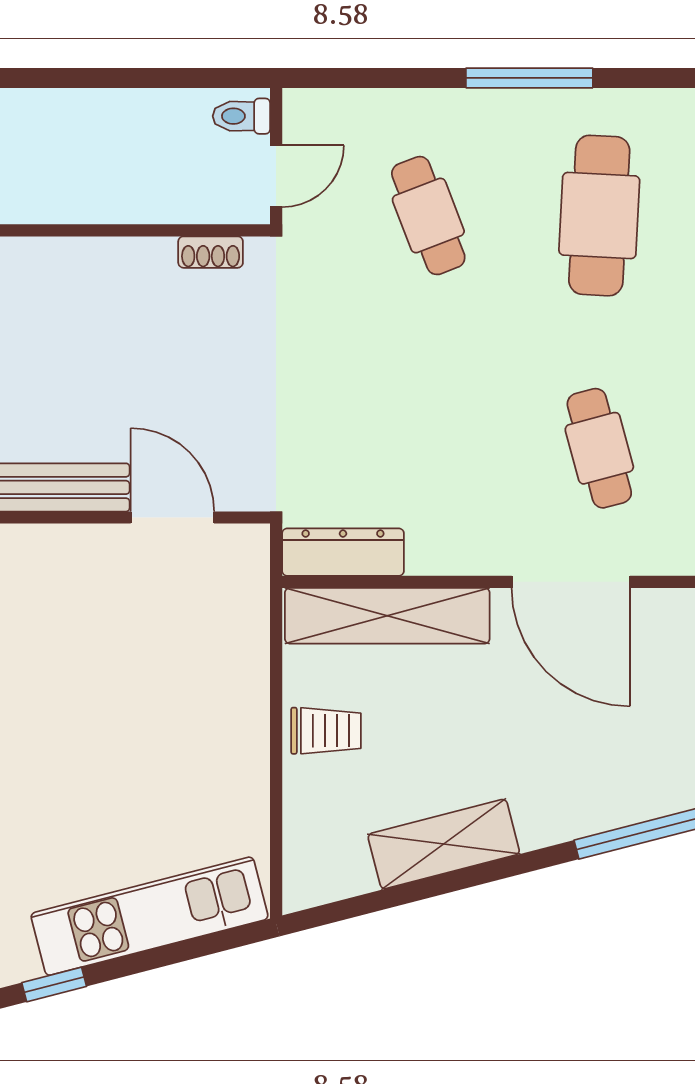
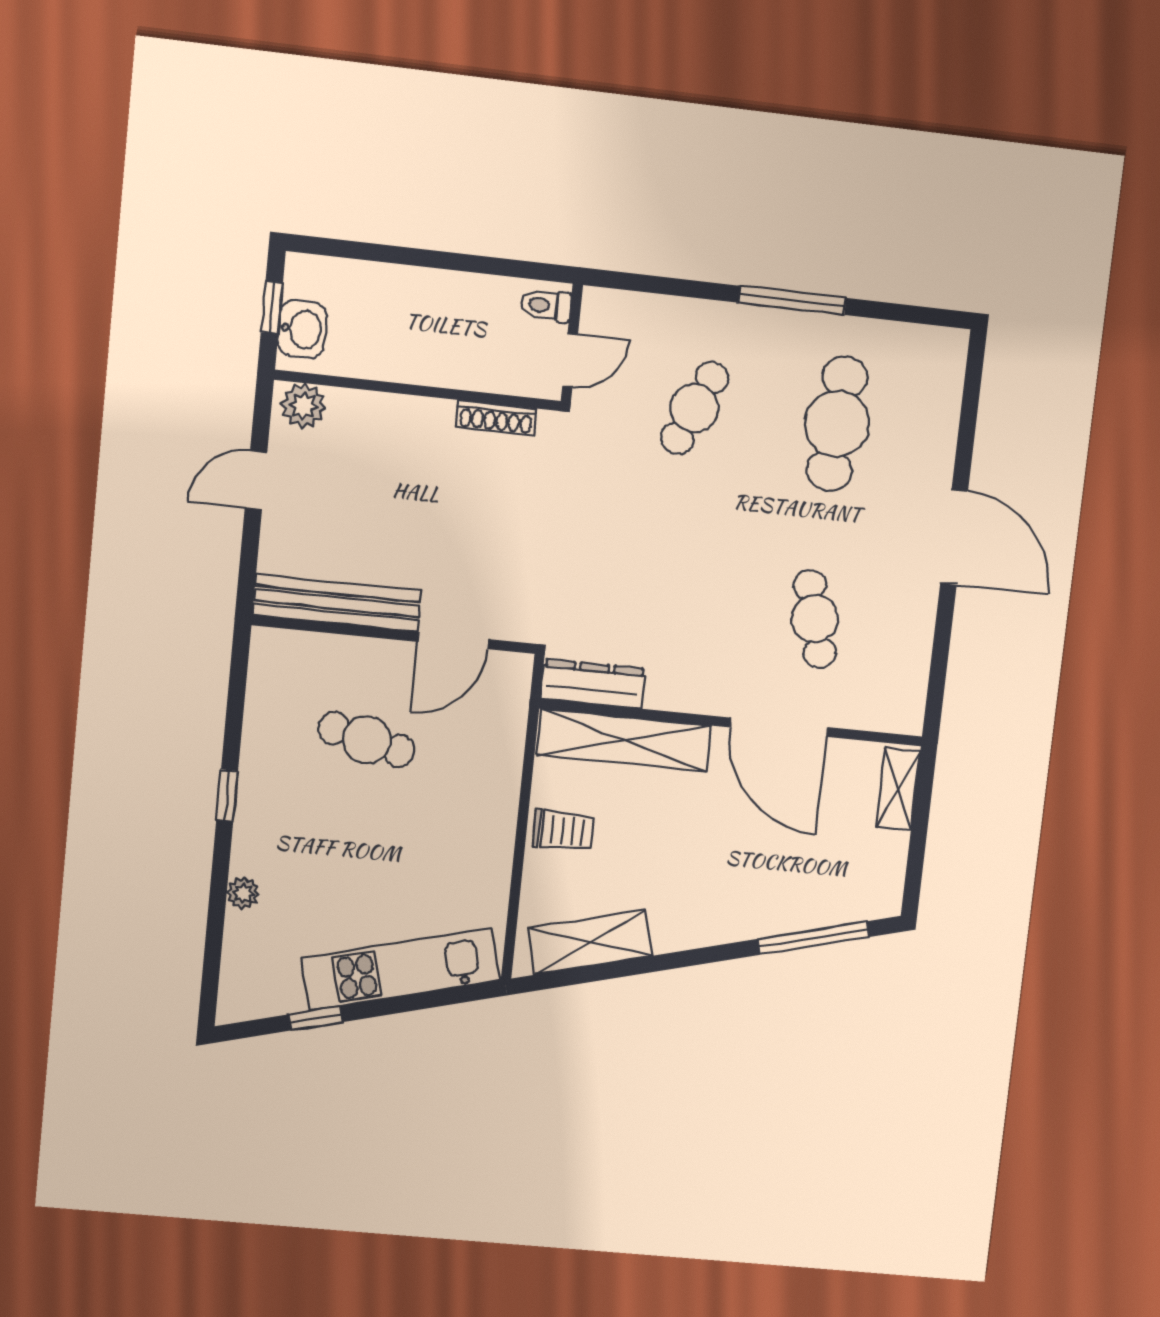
cafe table: (428, 216) -> (695, 408), turned 45
shoe rack: (211, 252) -> (496, 418), width x1.43
door: (172, 518) -> (453, 640), swing flipped
cafe table: (83, 645) -> (367, 740), added
shelving: (444, 844) -> (590, 942), moved

